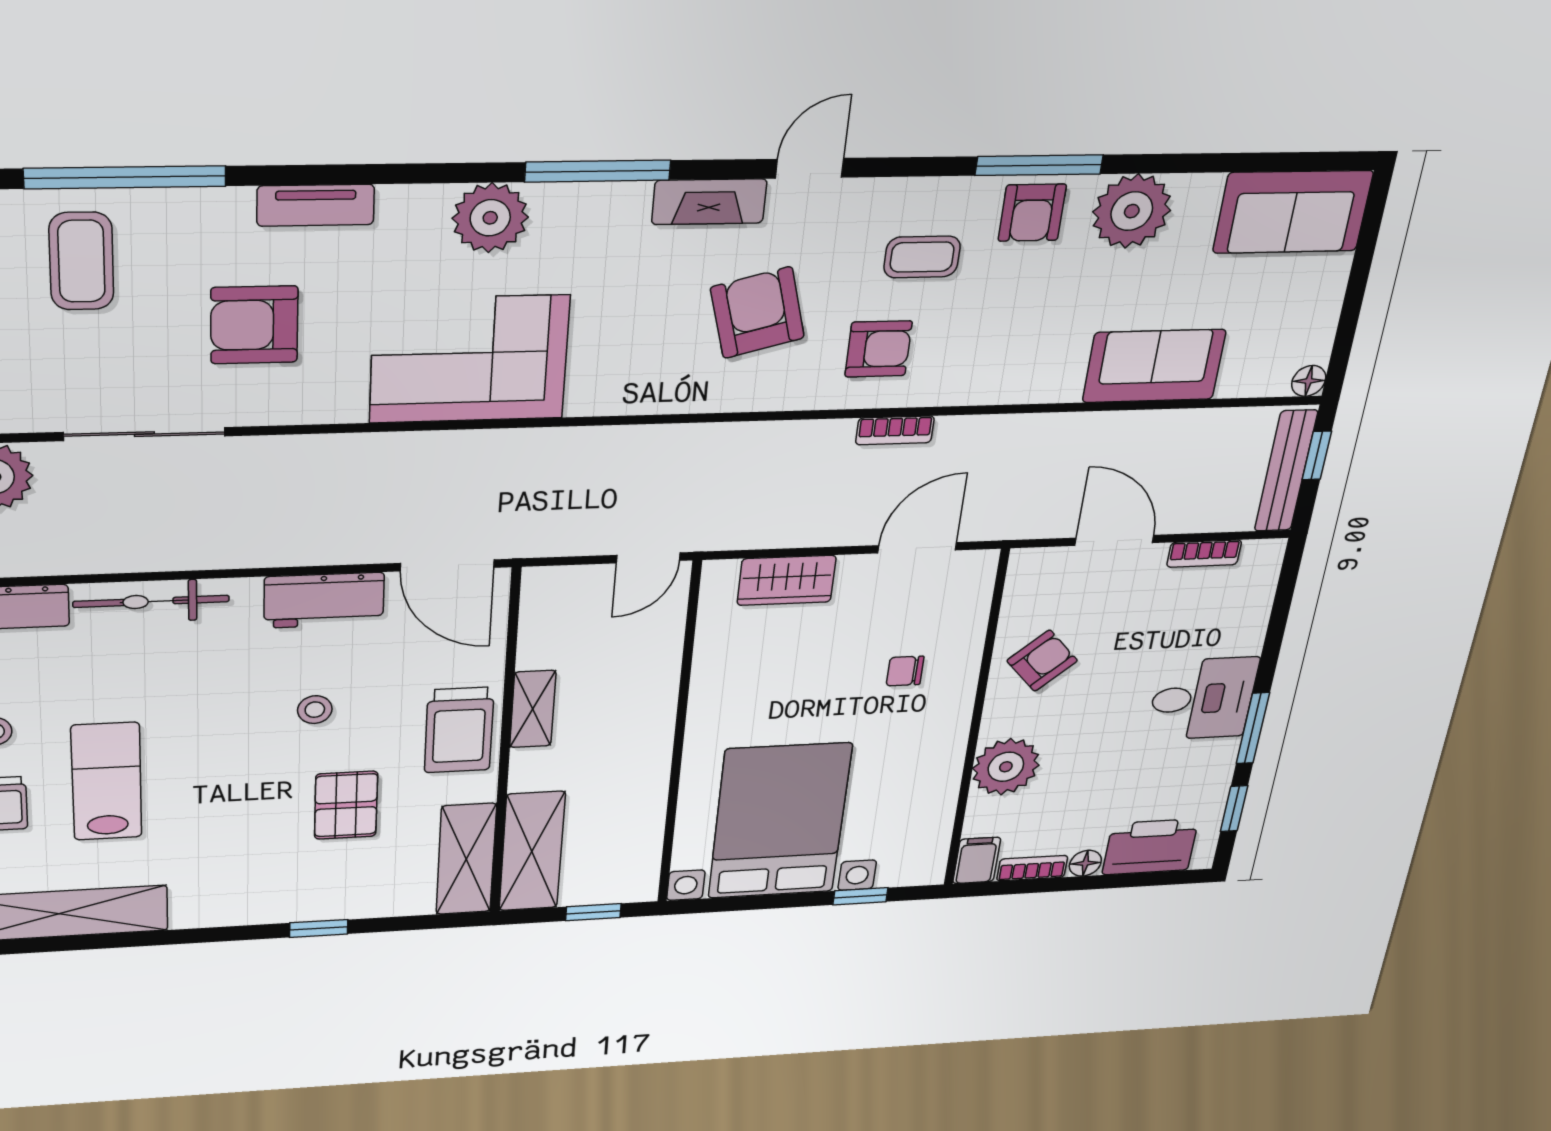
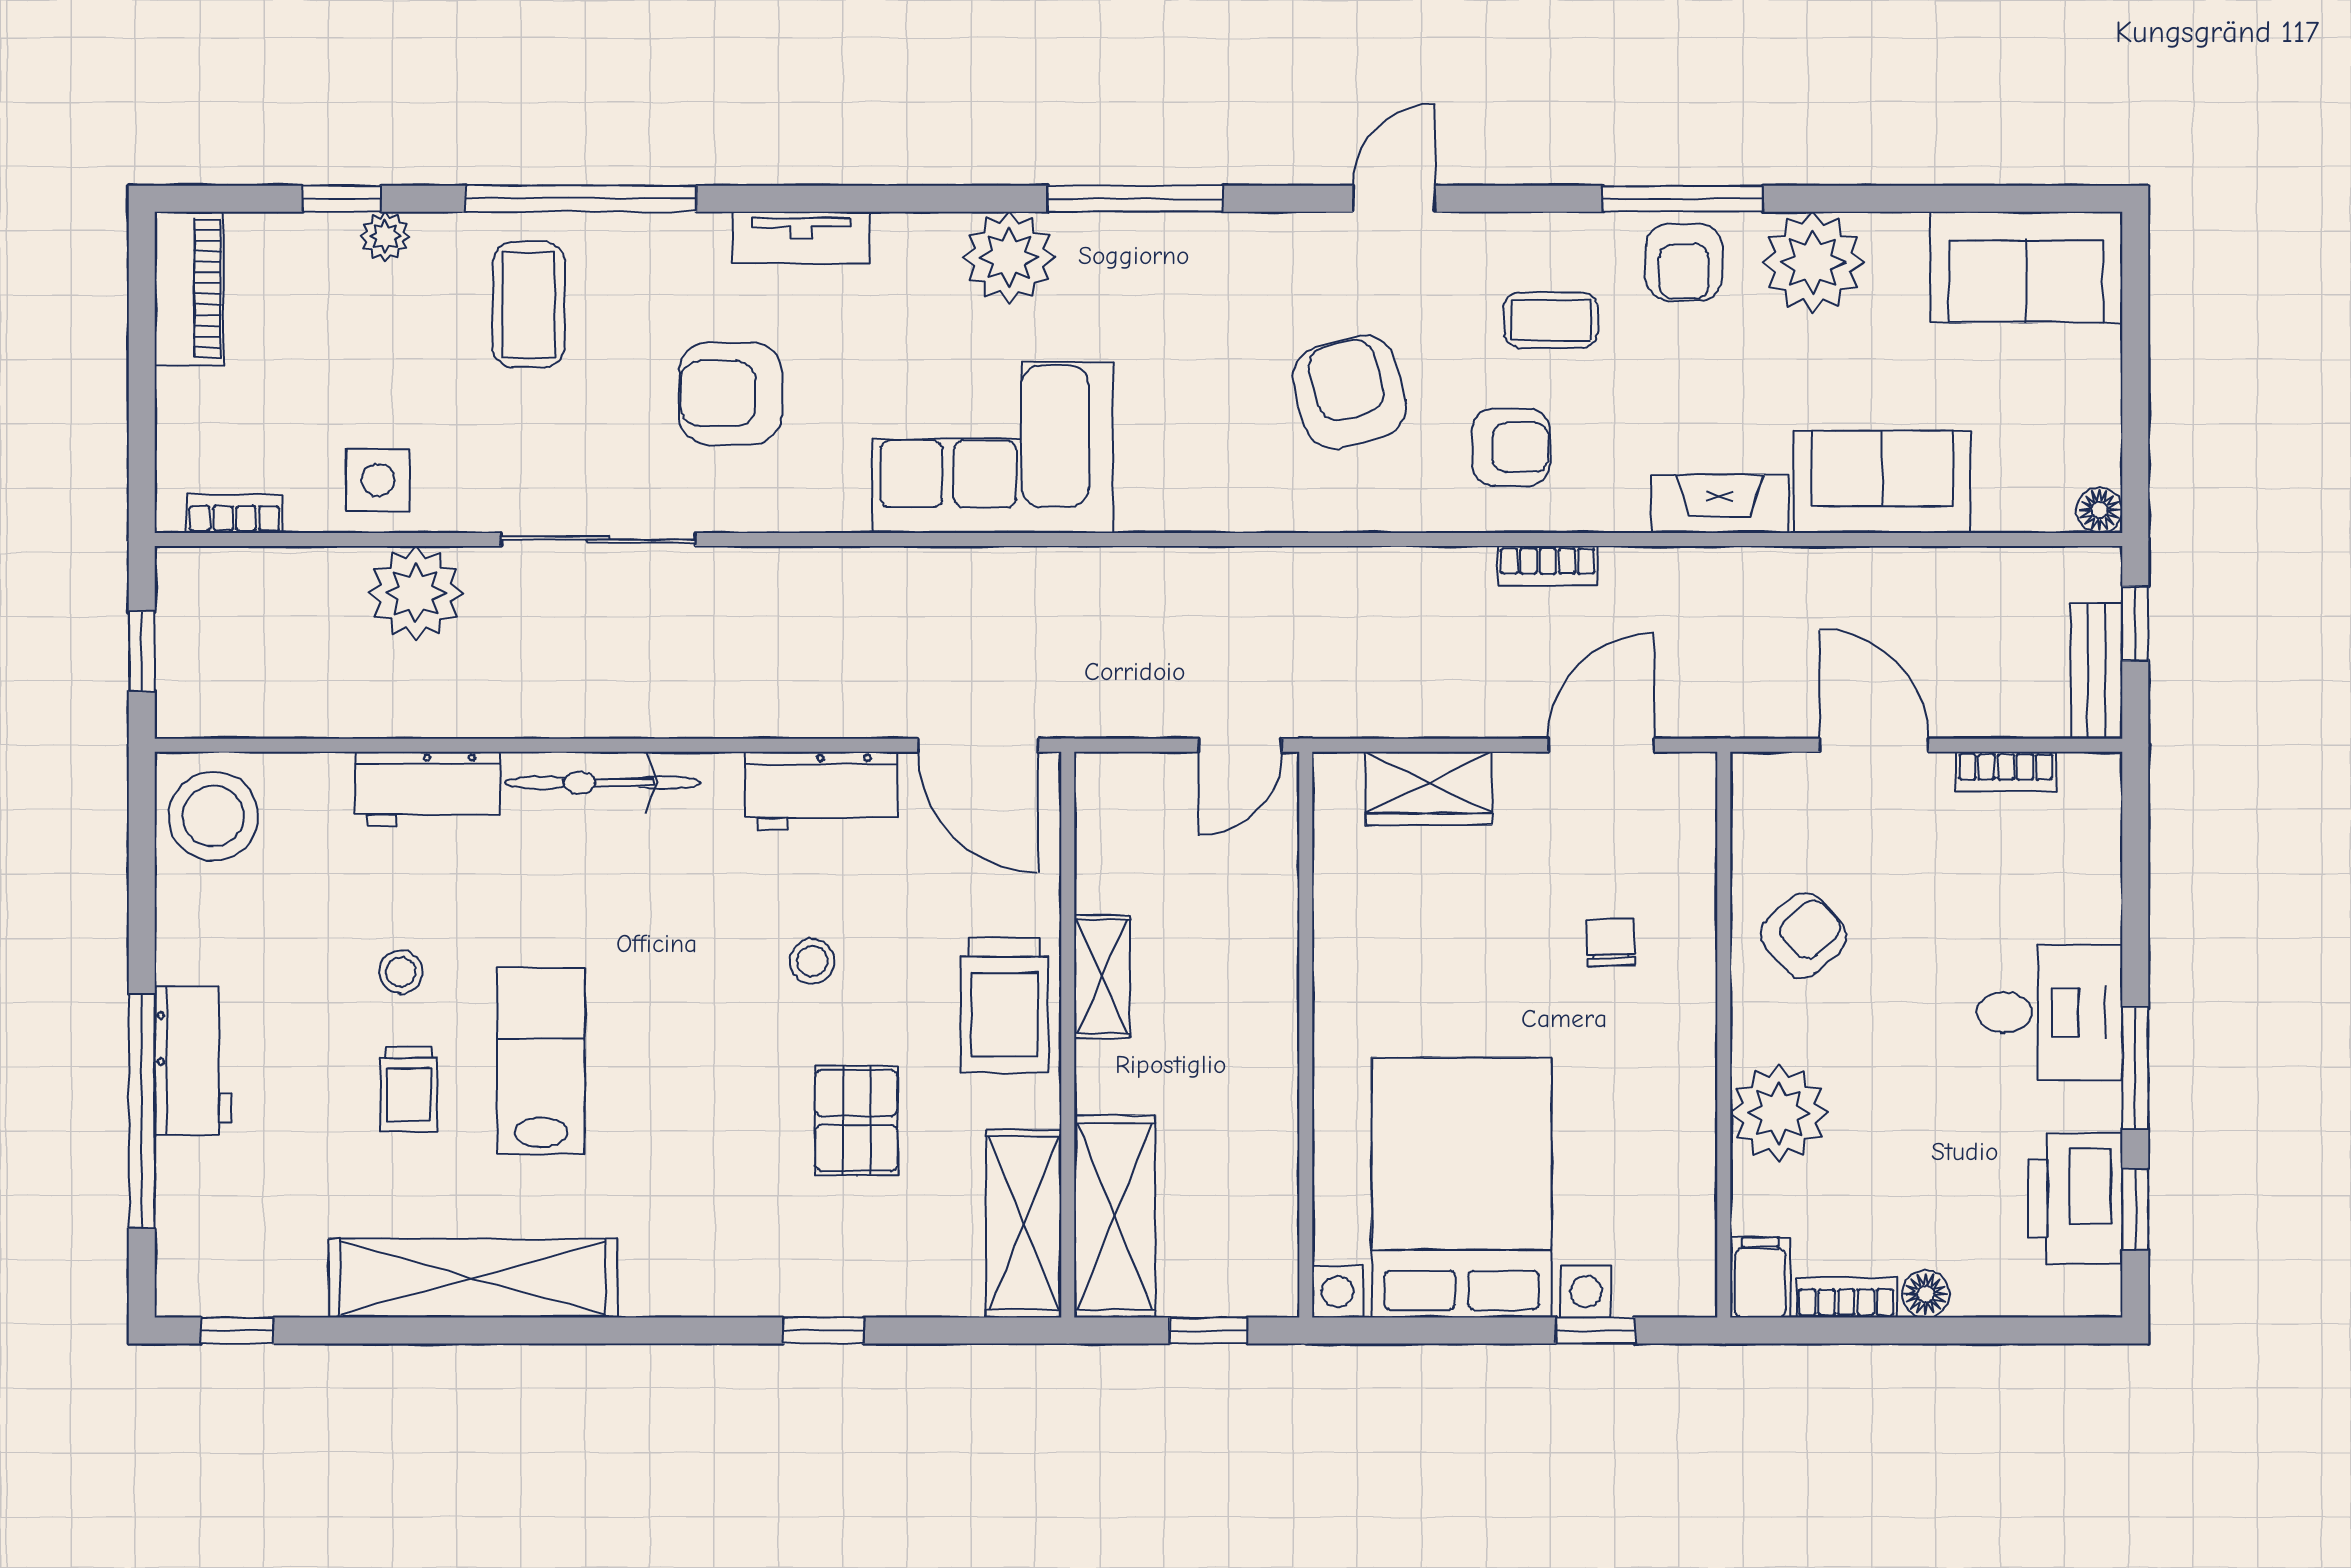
fireplace: (709, 202) -> (1720, 504), moved, turned 180
bench: (1286, 471) -> (2096, 671), width x0.73
chair: (905, 671) -> (1611, 942), turned 88
printer: (1150, 847) -> (2075, 1198), moved, turned -90

